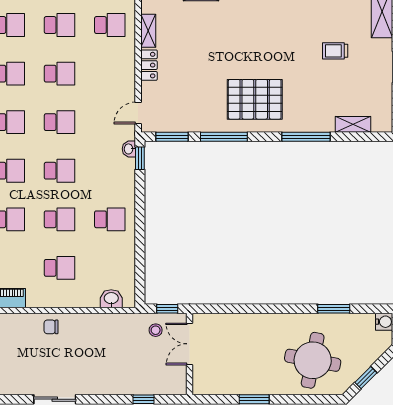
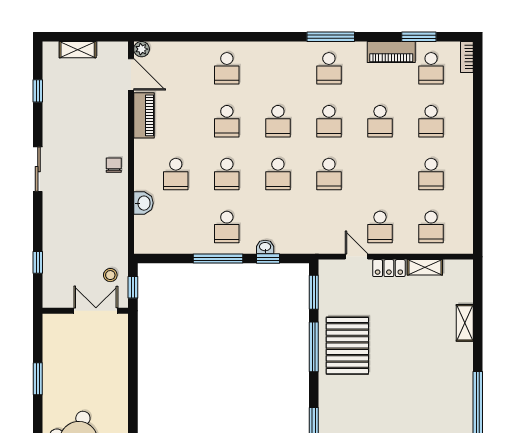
school desk: (60, 74) -> (380, 227), moved
pallet: (255, 99) -> (347, 346), moved
door: (138, 113) -> (356, 257), moved
washbasin: (129, 149) -> (265, 247), moved
window: (140, 158) -> (268, 259), moved
window: (140, 228) -> (218, 259), added
washbasin: (111, 299) -> (143, 203), moved

